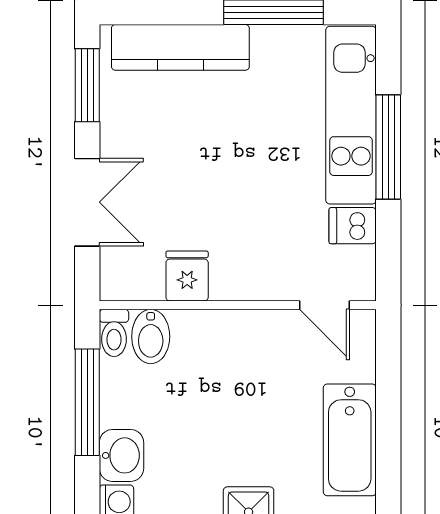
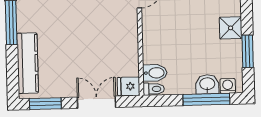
fridge: (187, 276) -> (129, 86), moved
window: (87, 402) -> (206, 99), moved

